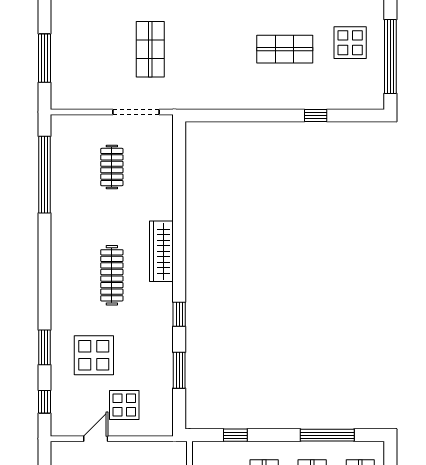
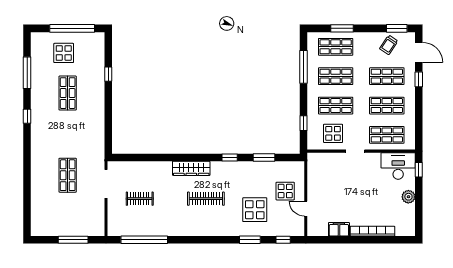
shop shelf: (150, 49) -> (68, 175), turned 90

